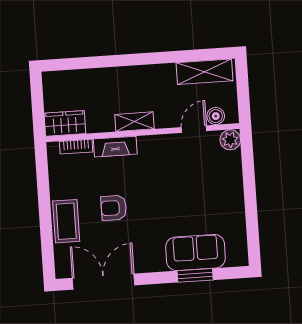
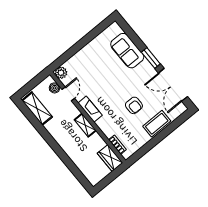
door: (194, 129) -> (68, 94), swing flipped
fireplace: (115, 147) -> (90, 109), moved
window: (195, 275) -> (151, 58), moved

